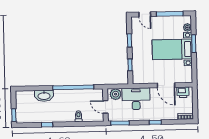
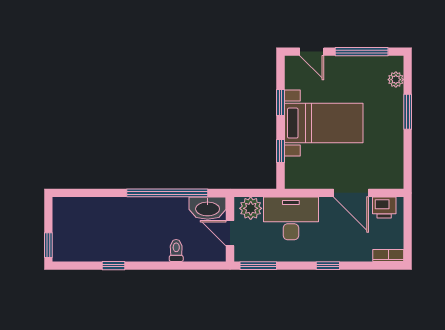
bed with nightstands: (172, 49) -> (324, 123), moved, turned 180
washbasin: (44, 96) -> (208, 208), moved

